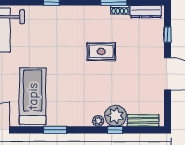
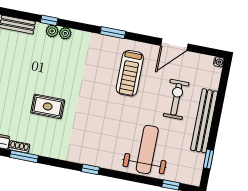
treadmill: (33, 96) -> (130, 73), width x0.73, depth x0.73
plant: (116, 116) -> (52, 31), width x0.53, depth x0.53

